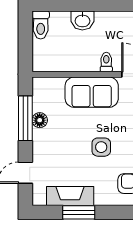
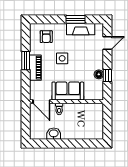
washbasin: (82, 20) -> (54, 134), moved
toilet: (41, 25) -> (98, 131), removed
window: (25, 118) -> (107, 76), width x0.46

